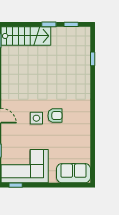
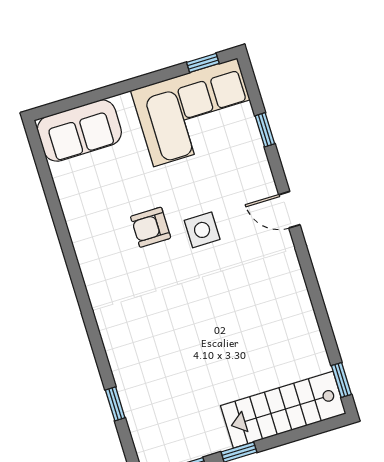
armchair: (55, 116) -> (151, 227), moved

